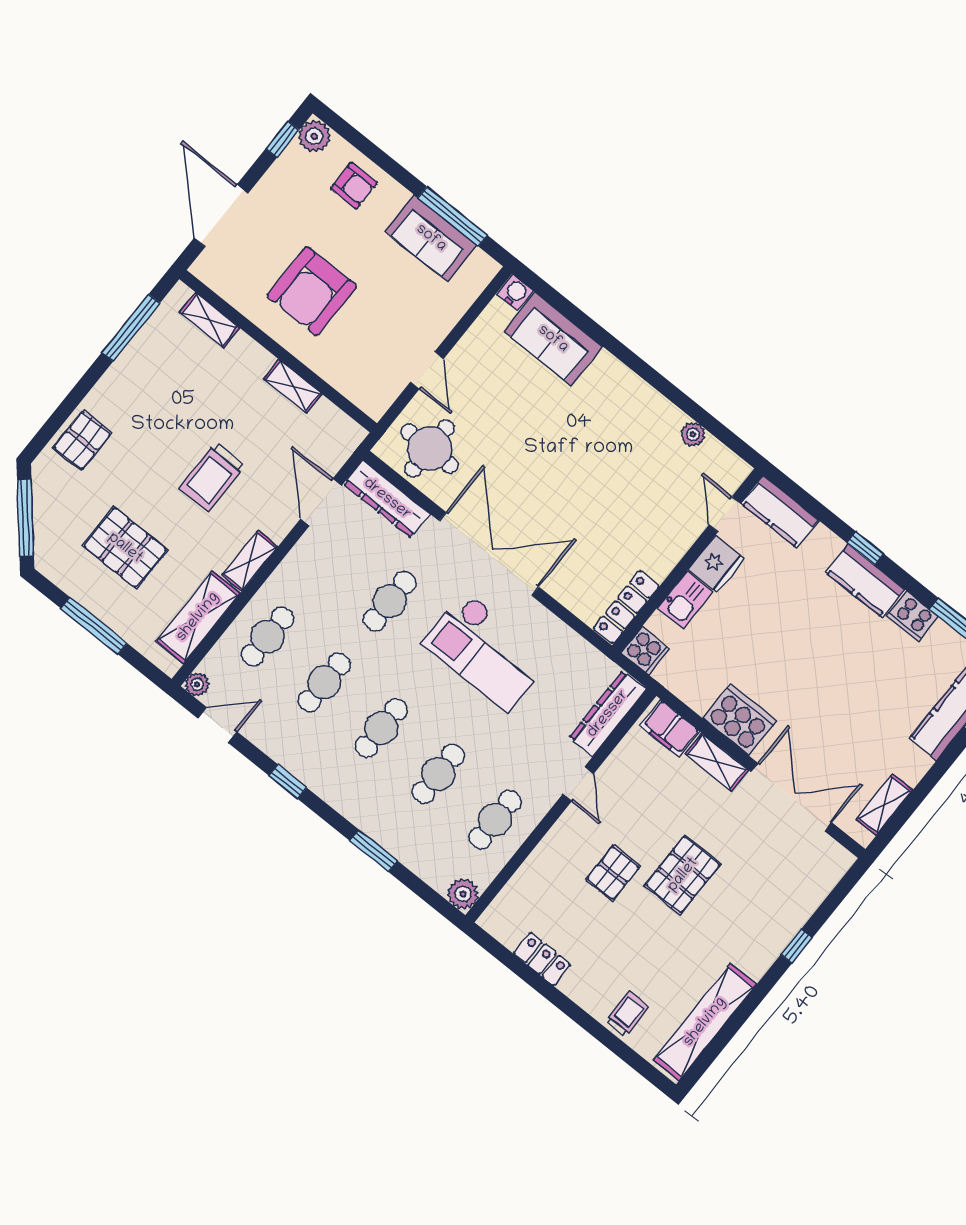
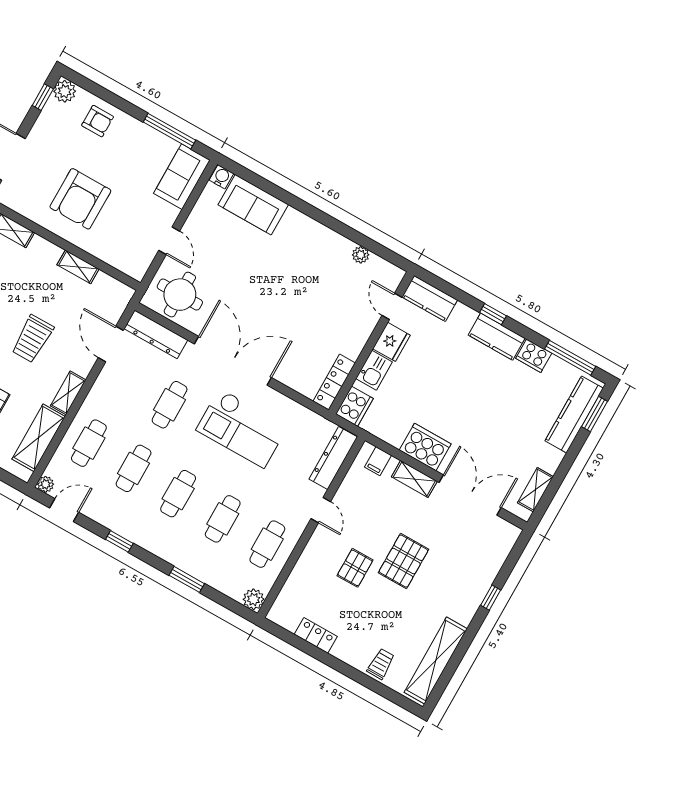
sofa: (431, 238) -> (182, 177), moved, turned 90
cooker: (645, 651) -> (354, 406), width x1.36
filing cabinet: (670, 728) -> (378, 461), width x0.50

